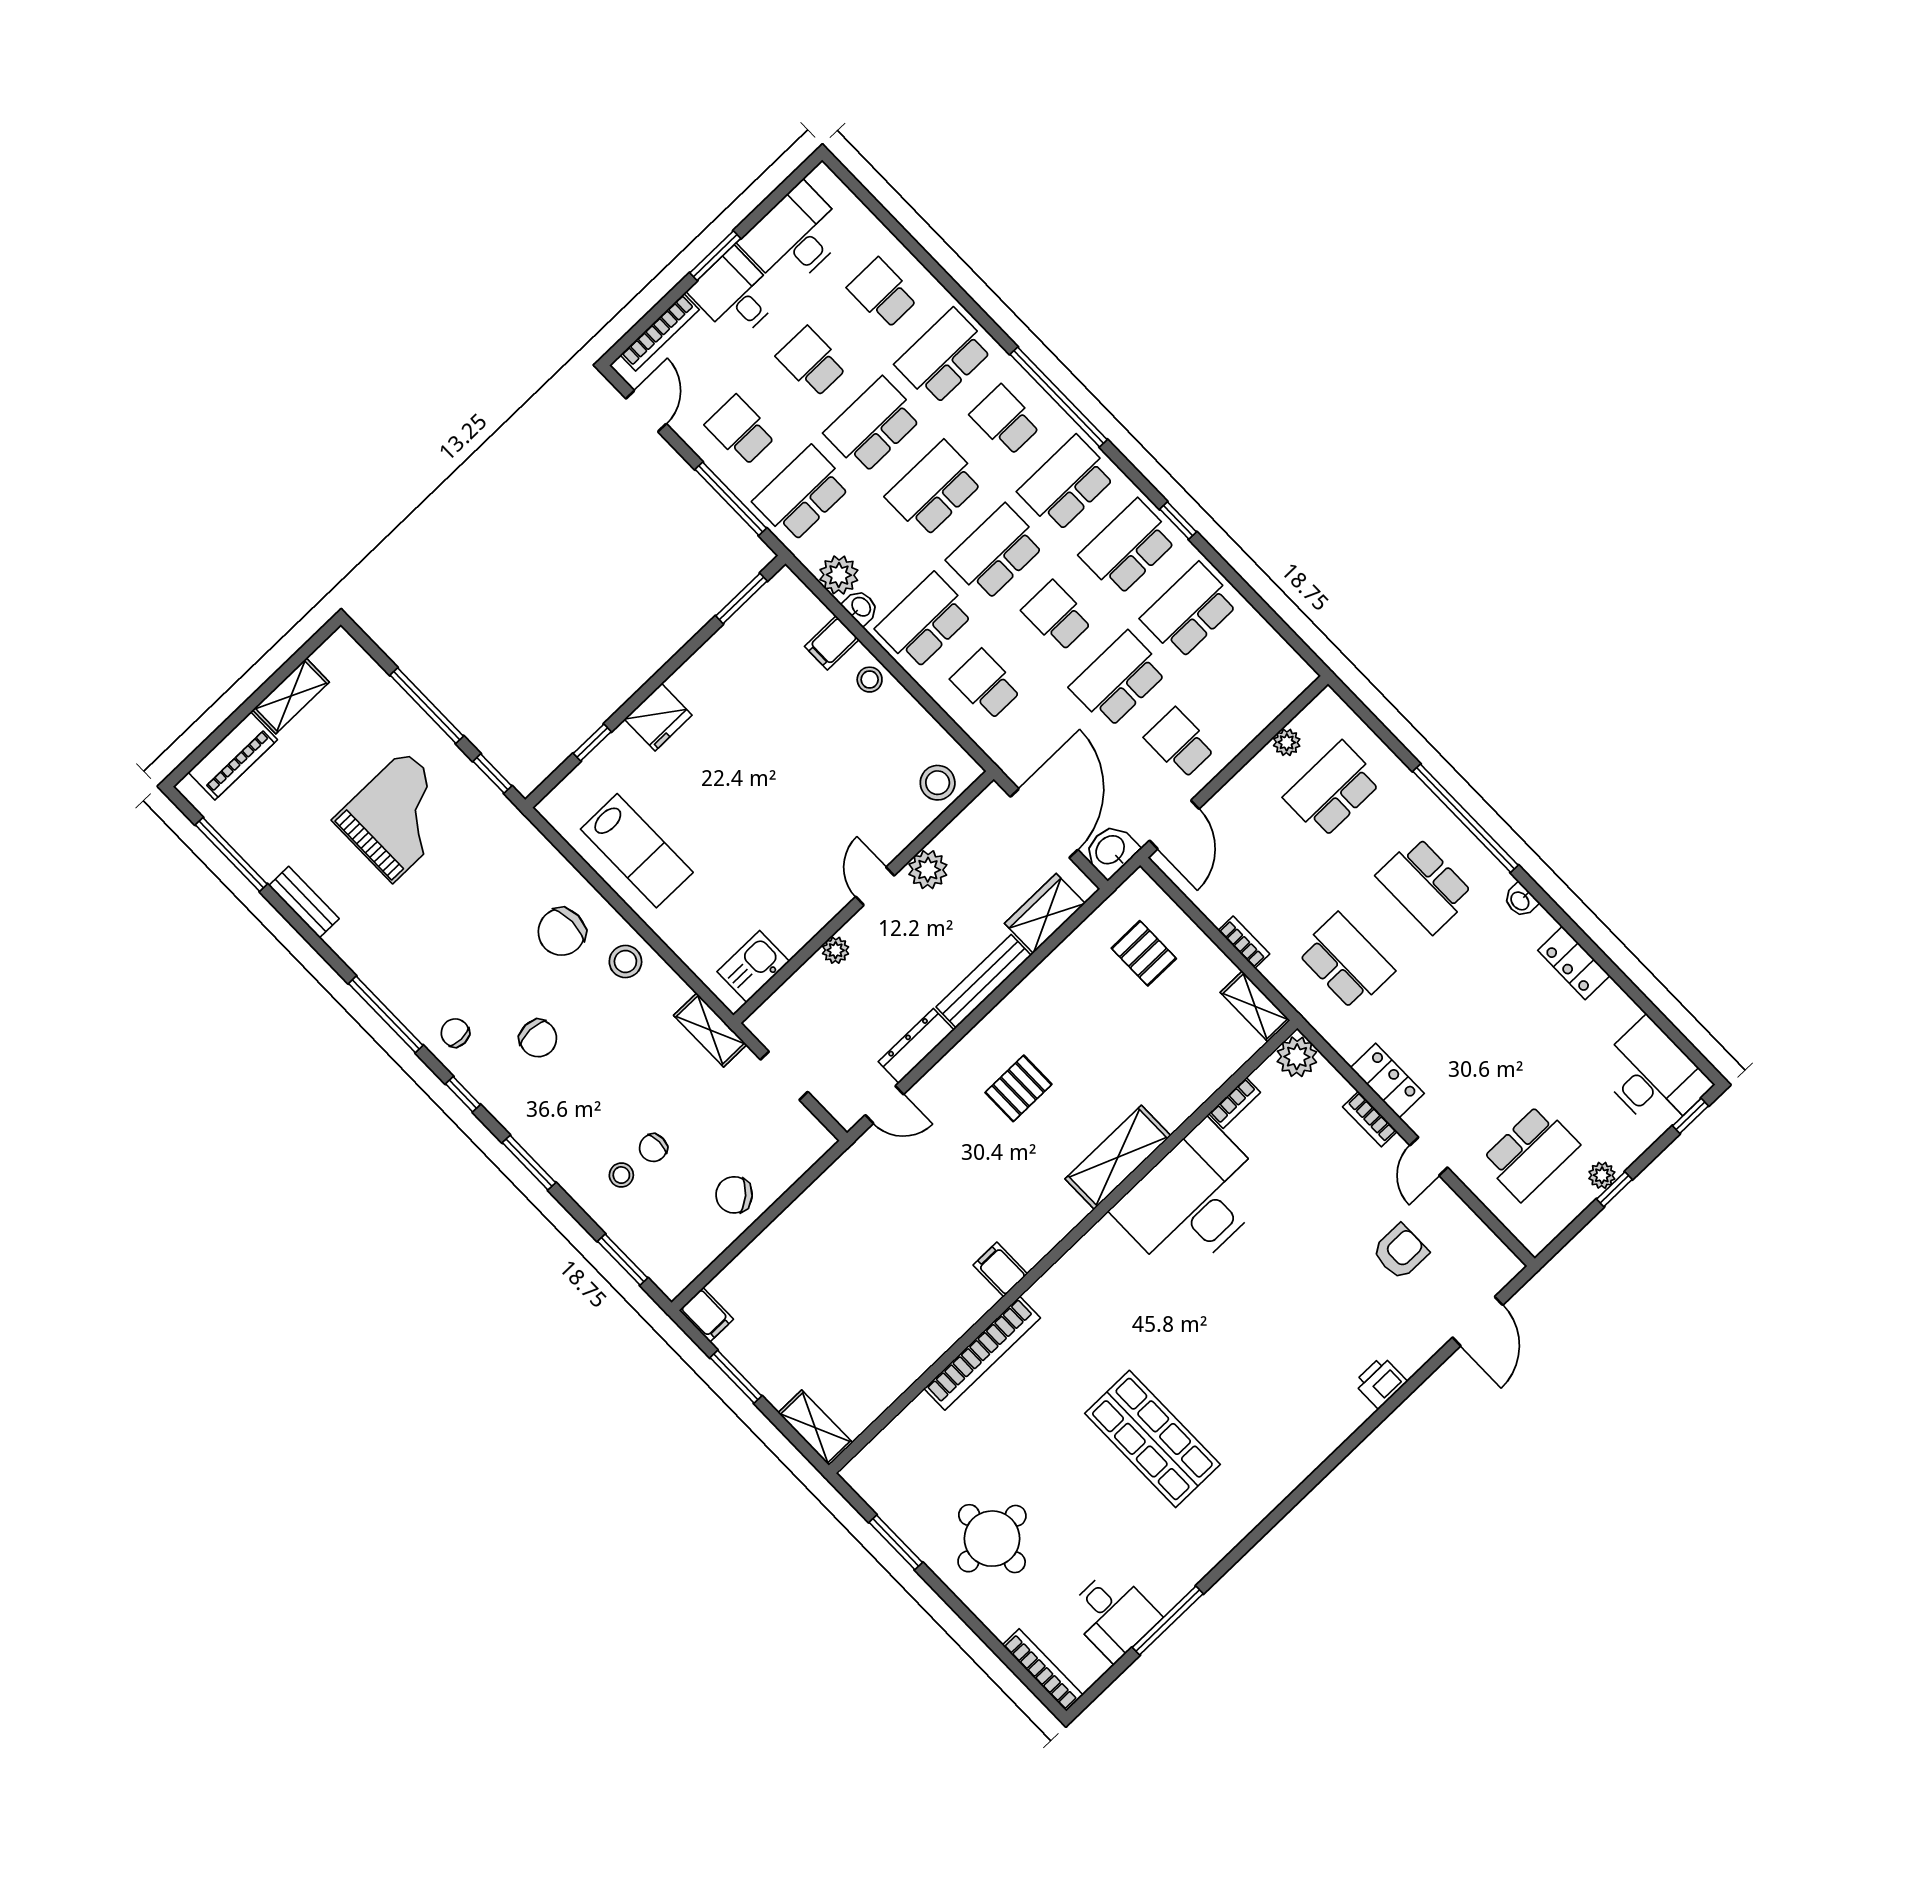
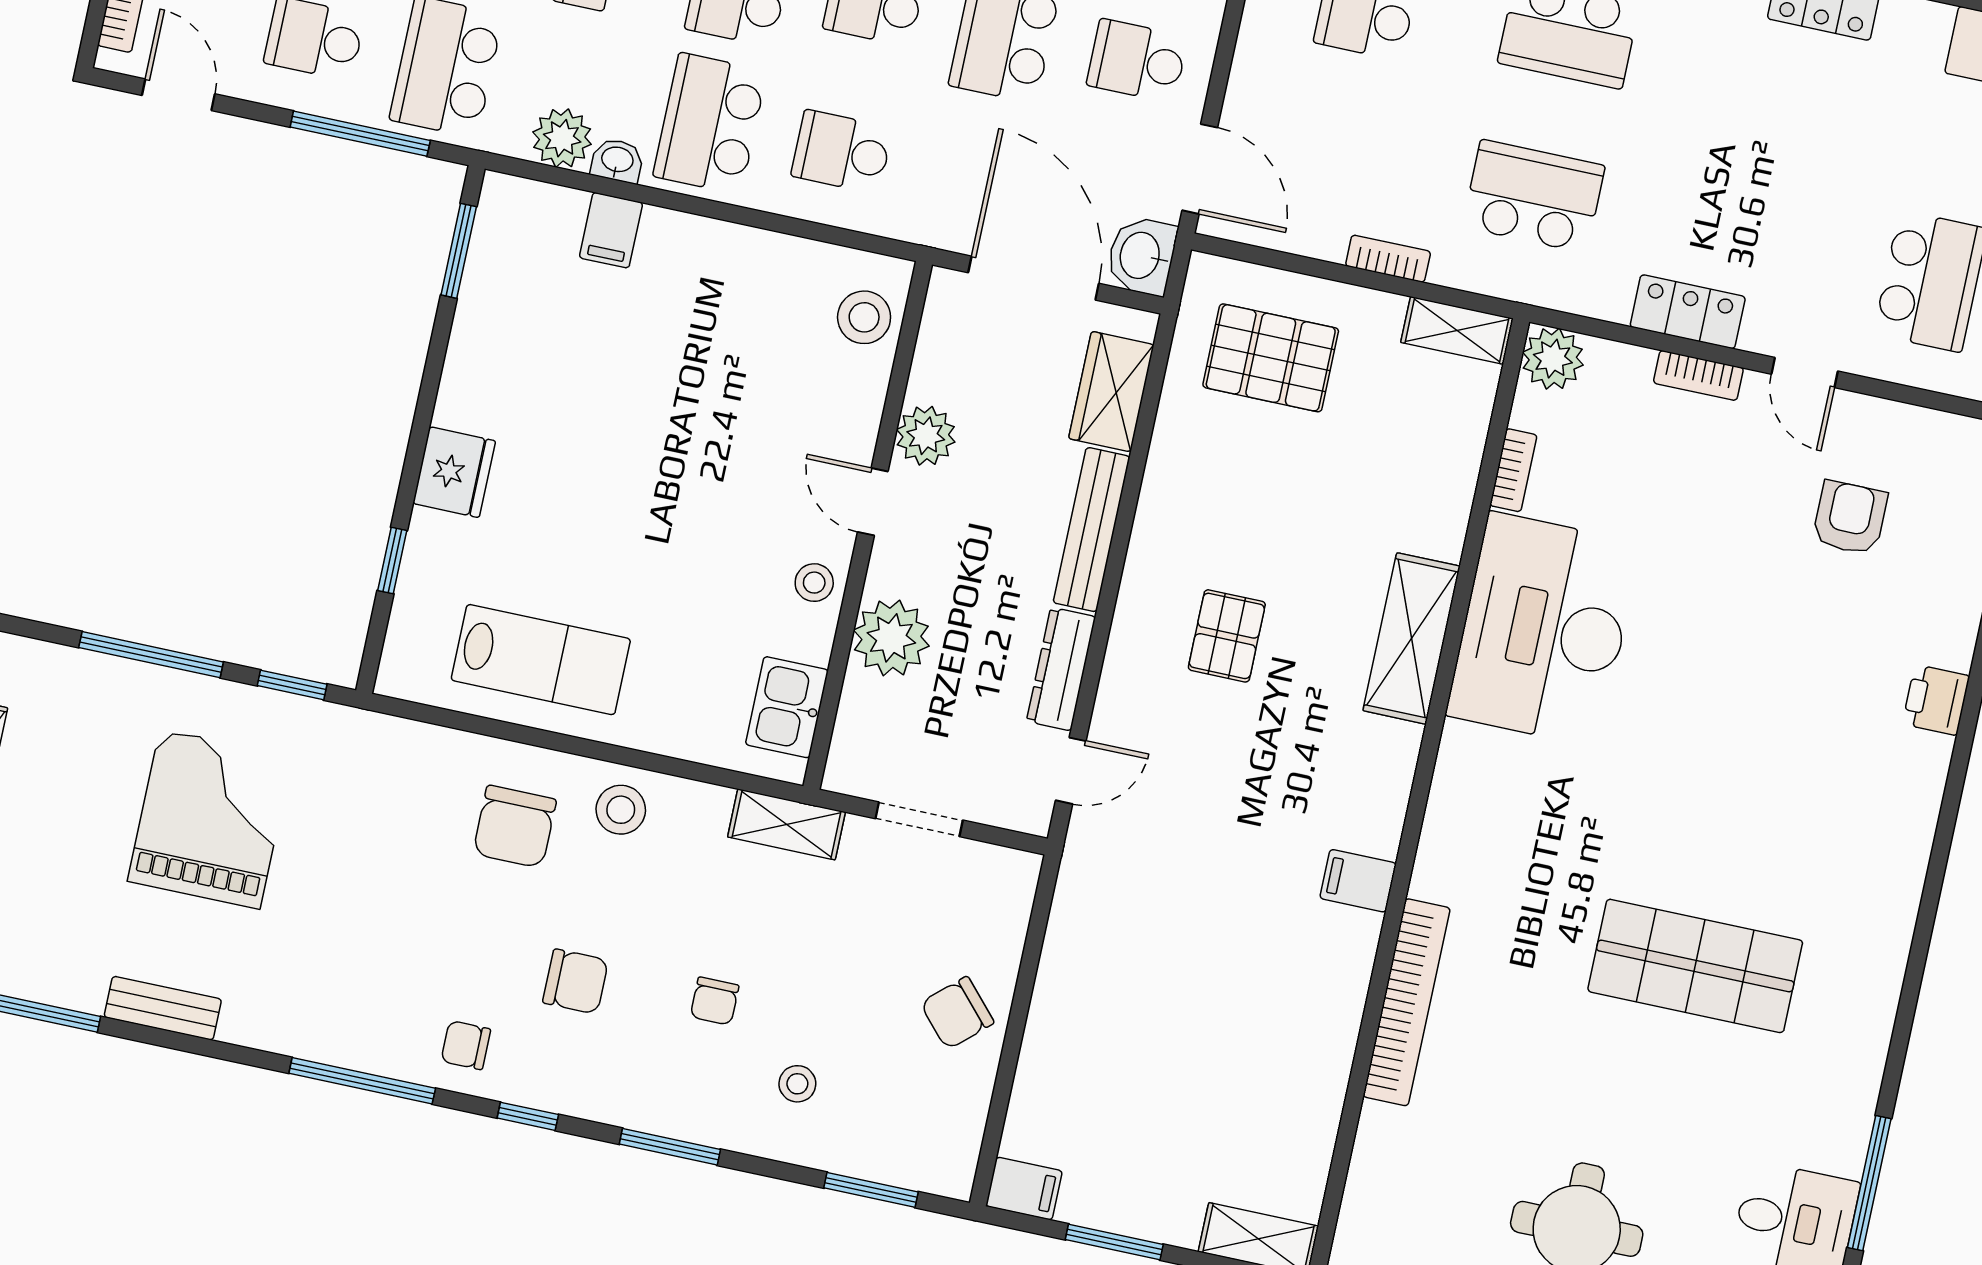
stool: (870, 680) -> (814, 583), moved
plant: (836, 950) -> (891, 638), width x1.88, depth x1.88
pallet: (1144, 953) -> (1271, 358), width x1.50, depth x1.42
chair: (653, 1148) -> (715, 1001), moved

